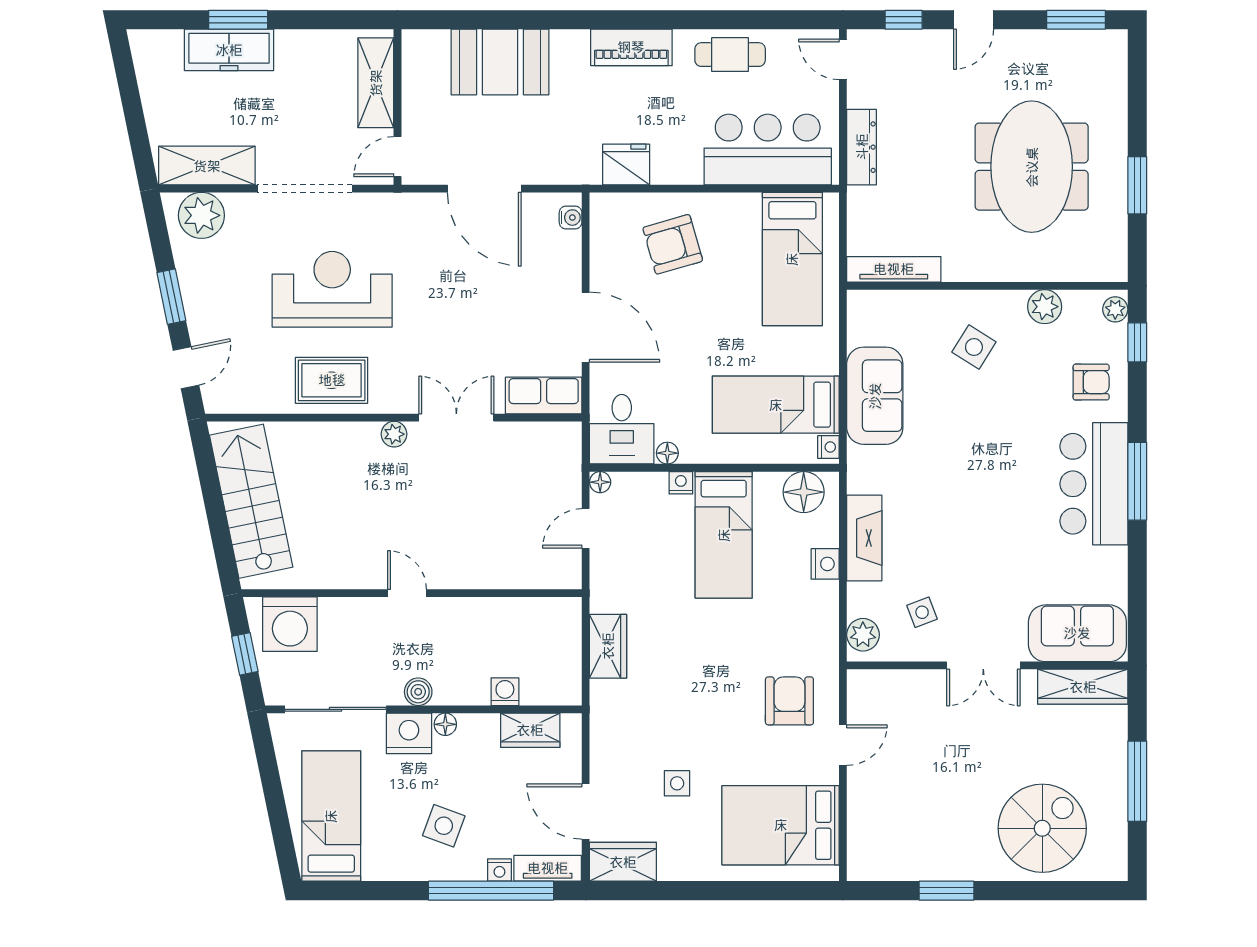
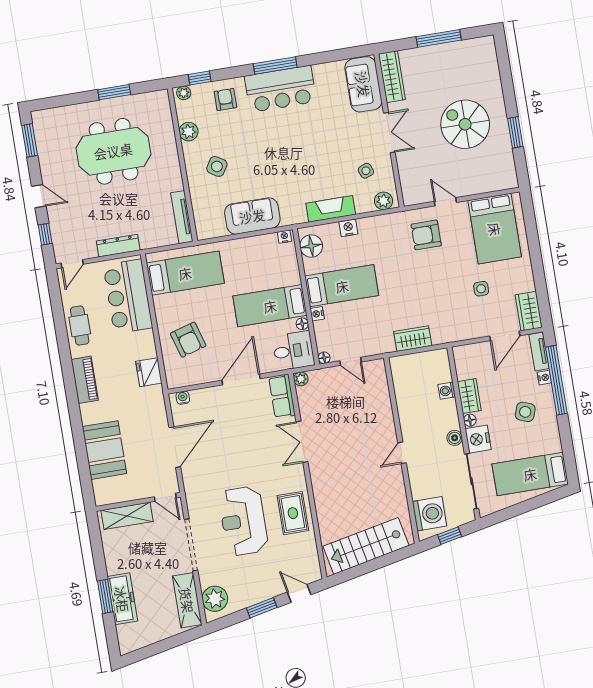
bed: (776, 405) -> (270, 306), moved, turned 90
plant: (394, 434) -> (301, 379), moved
wardrobe: (530, 730) -> (469, 396), moved
spiral stairs: (1042, 828) -> (465, 124), moved

